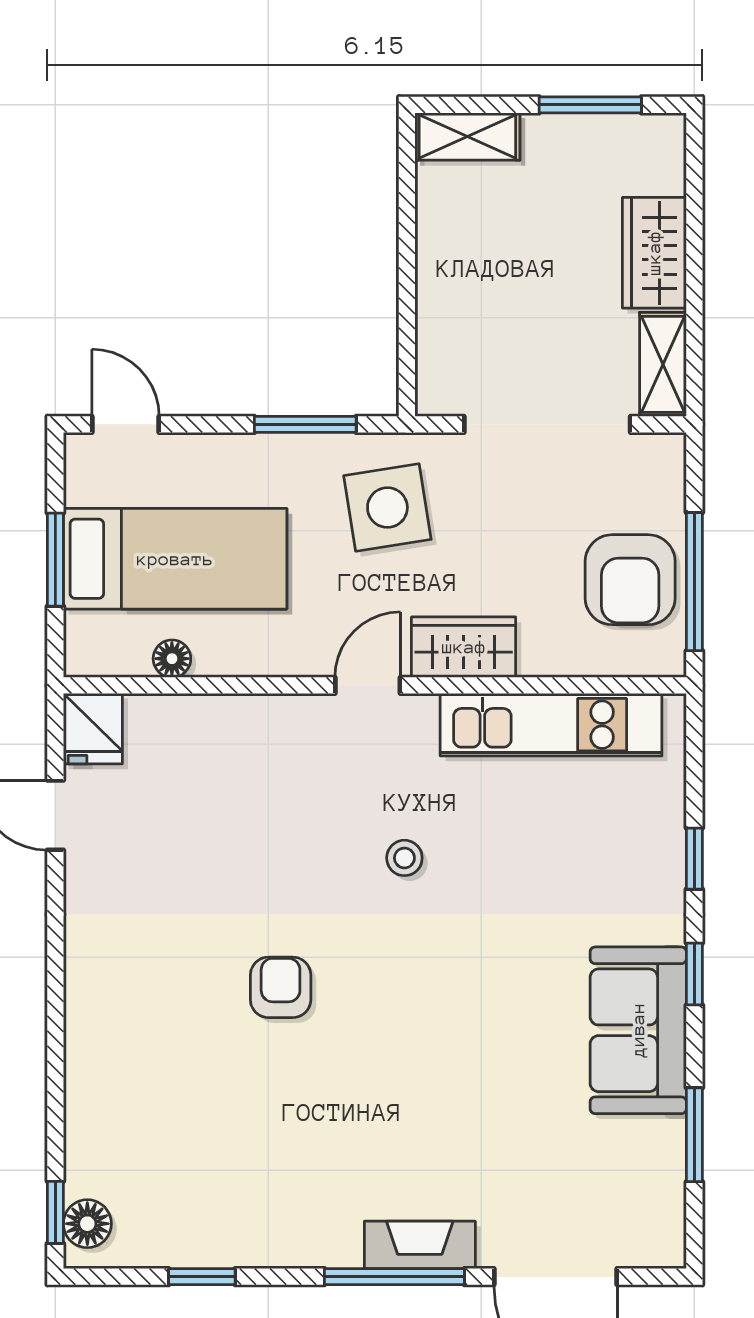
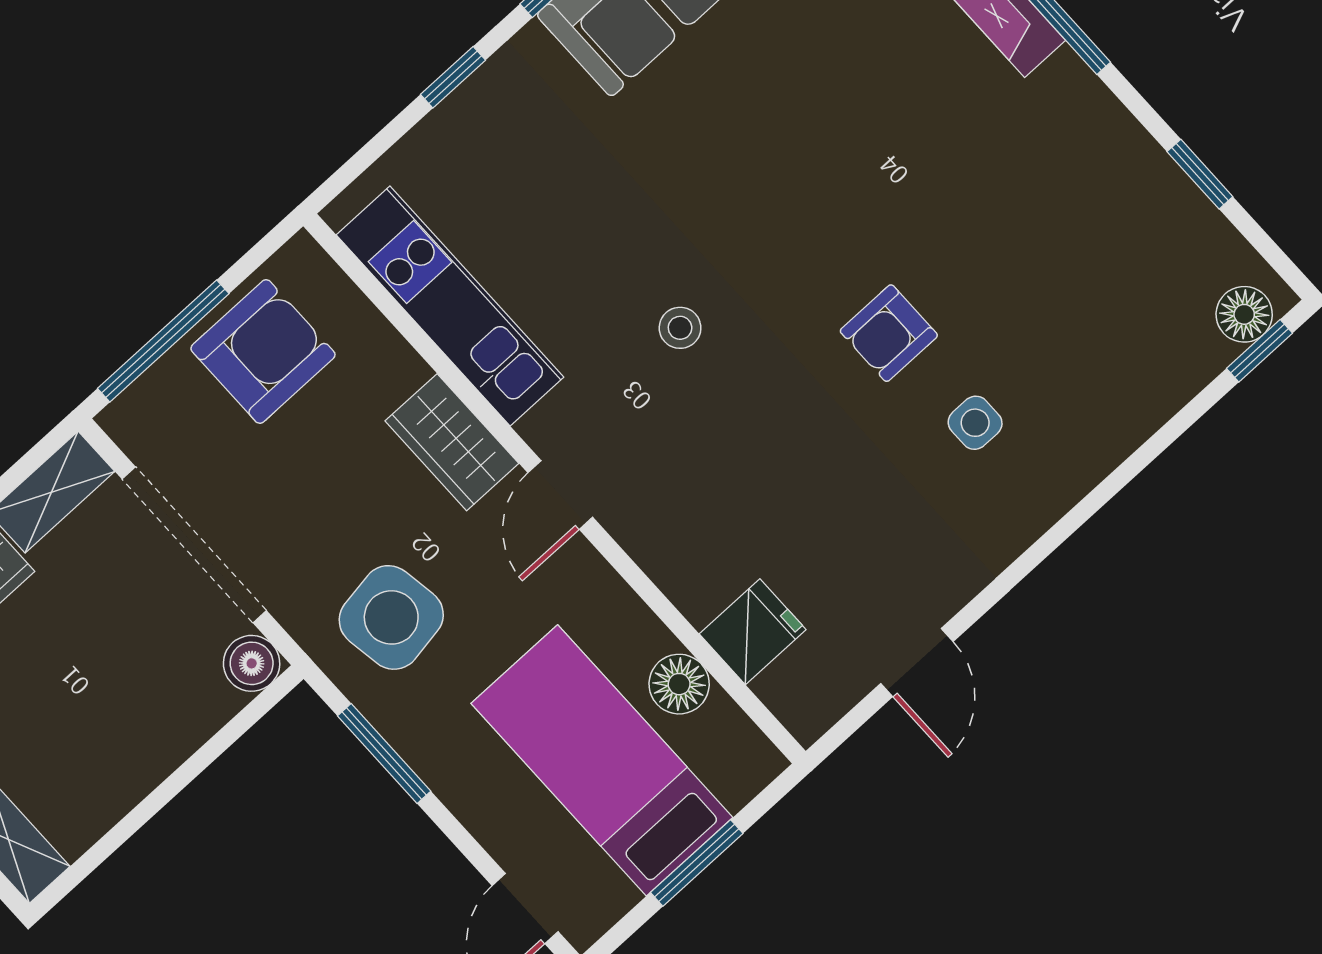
boiler: (439, 392) -> (252, 663), added
window: (694, 582) -> (163, 341), moved
floor lamp: (172, 659) -> (679, 684), width x1.37, depth x1.37
door: (368, 685) -> (560, 495), hinge flipped
fridge: (93, 729) -> (753, 632), moved
side table: (174, 990) -> (975, 423), added

